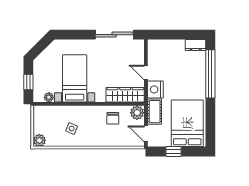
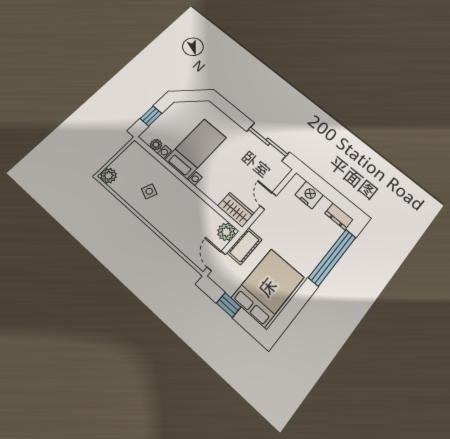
nightstand: (155, 89) -> (309, 195), moved, turned 90
wardrobe: (125, 95) -> (236, 210), width x0.67
chair: (113, 118) -> (198, 216), removed

